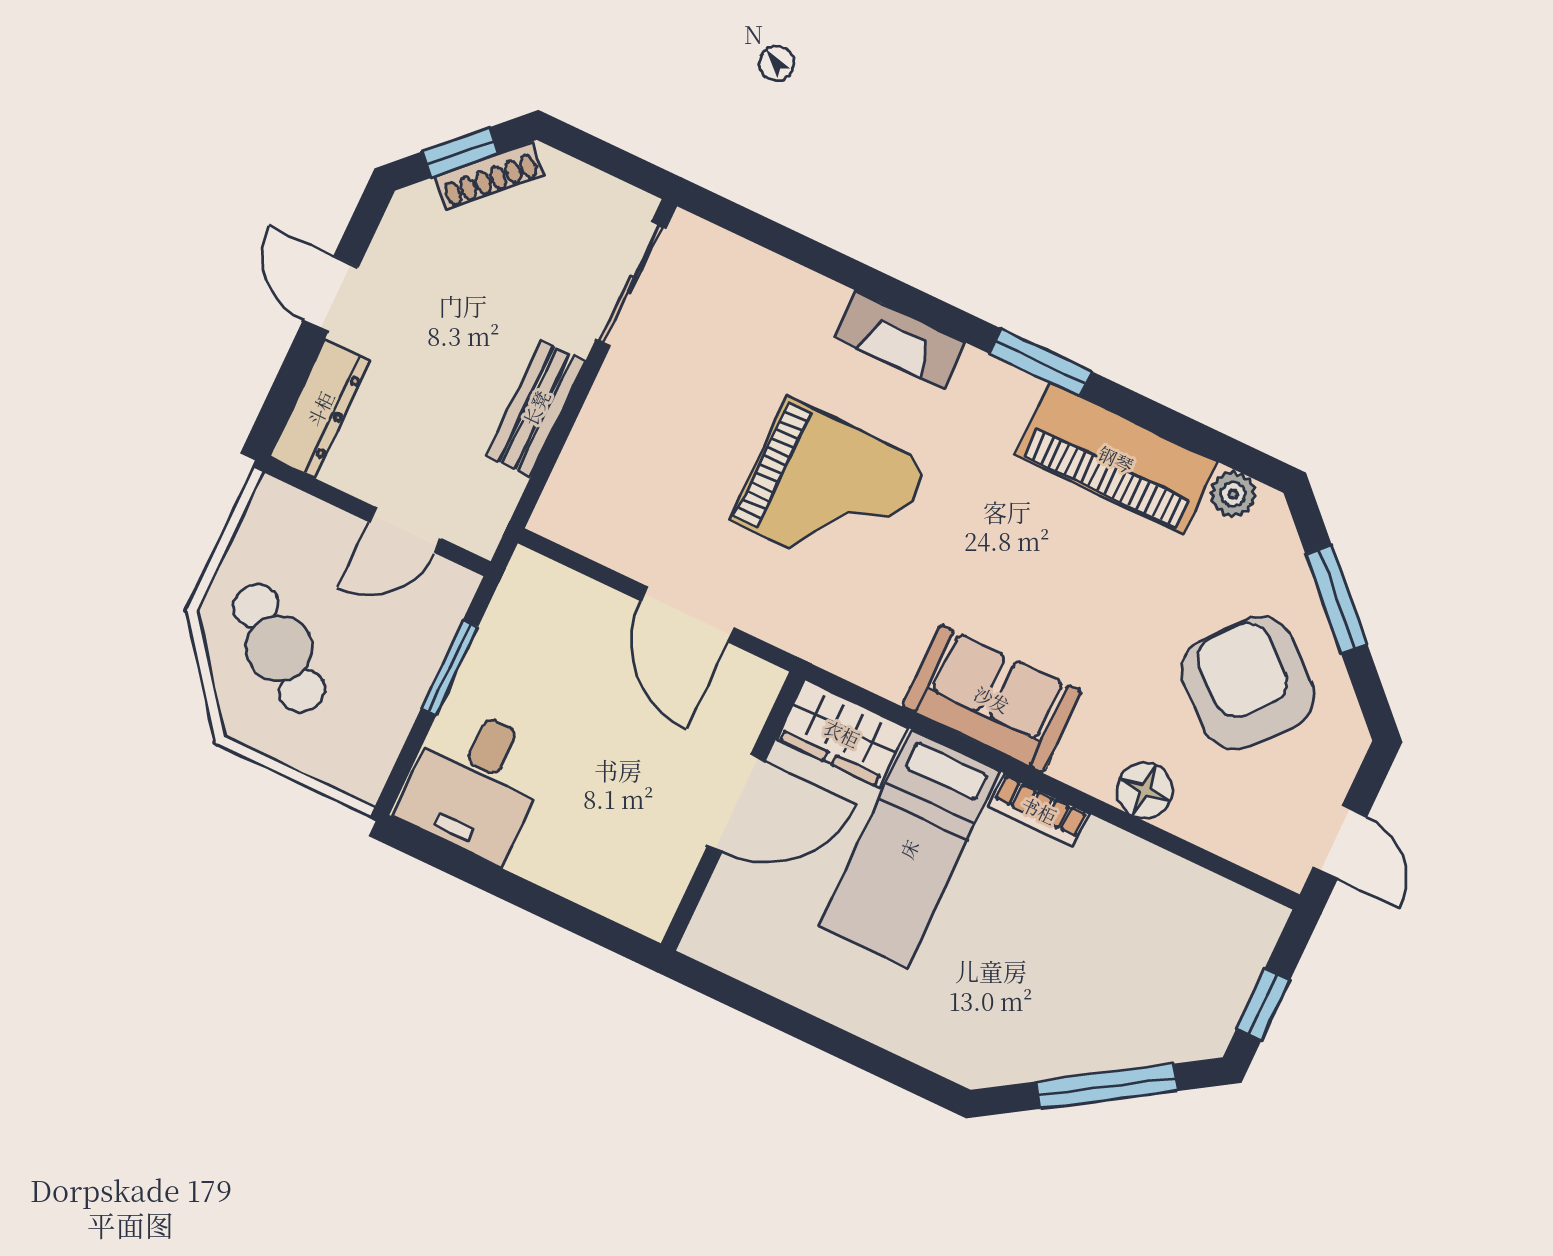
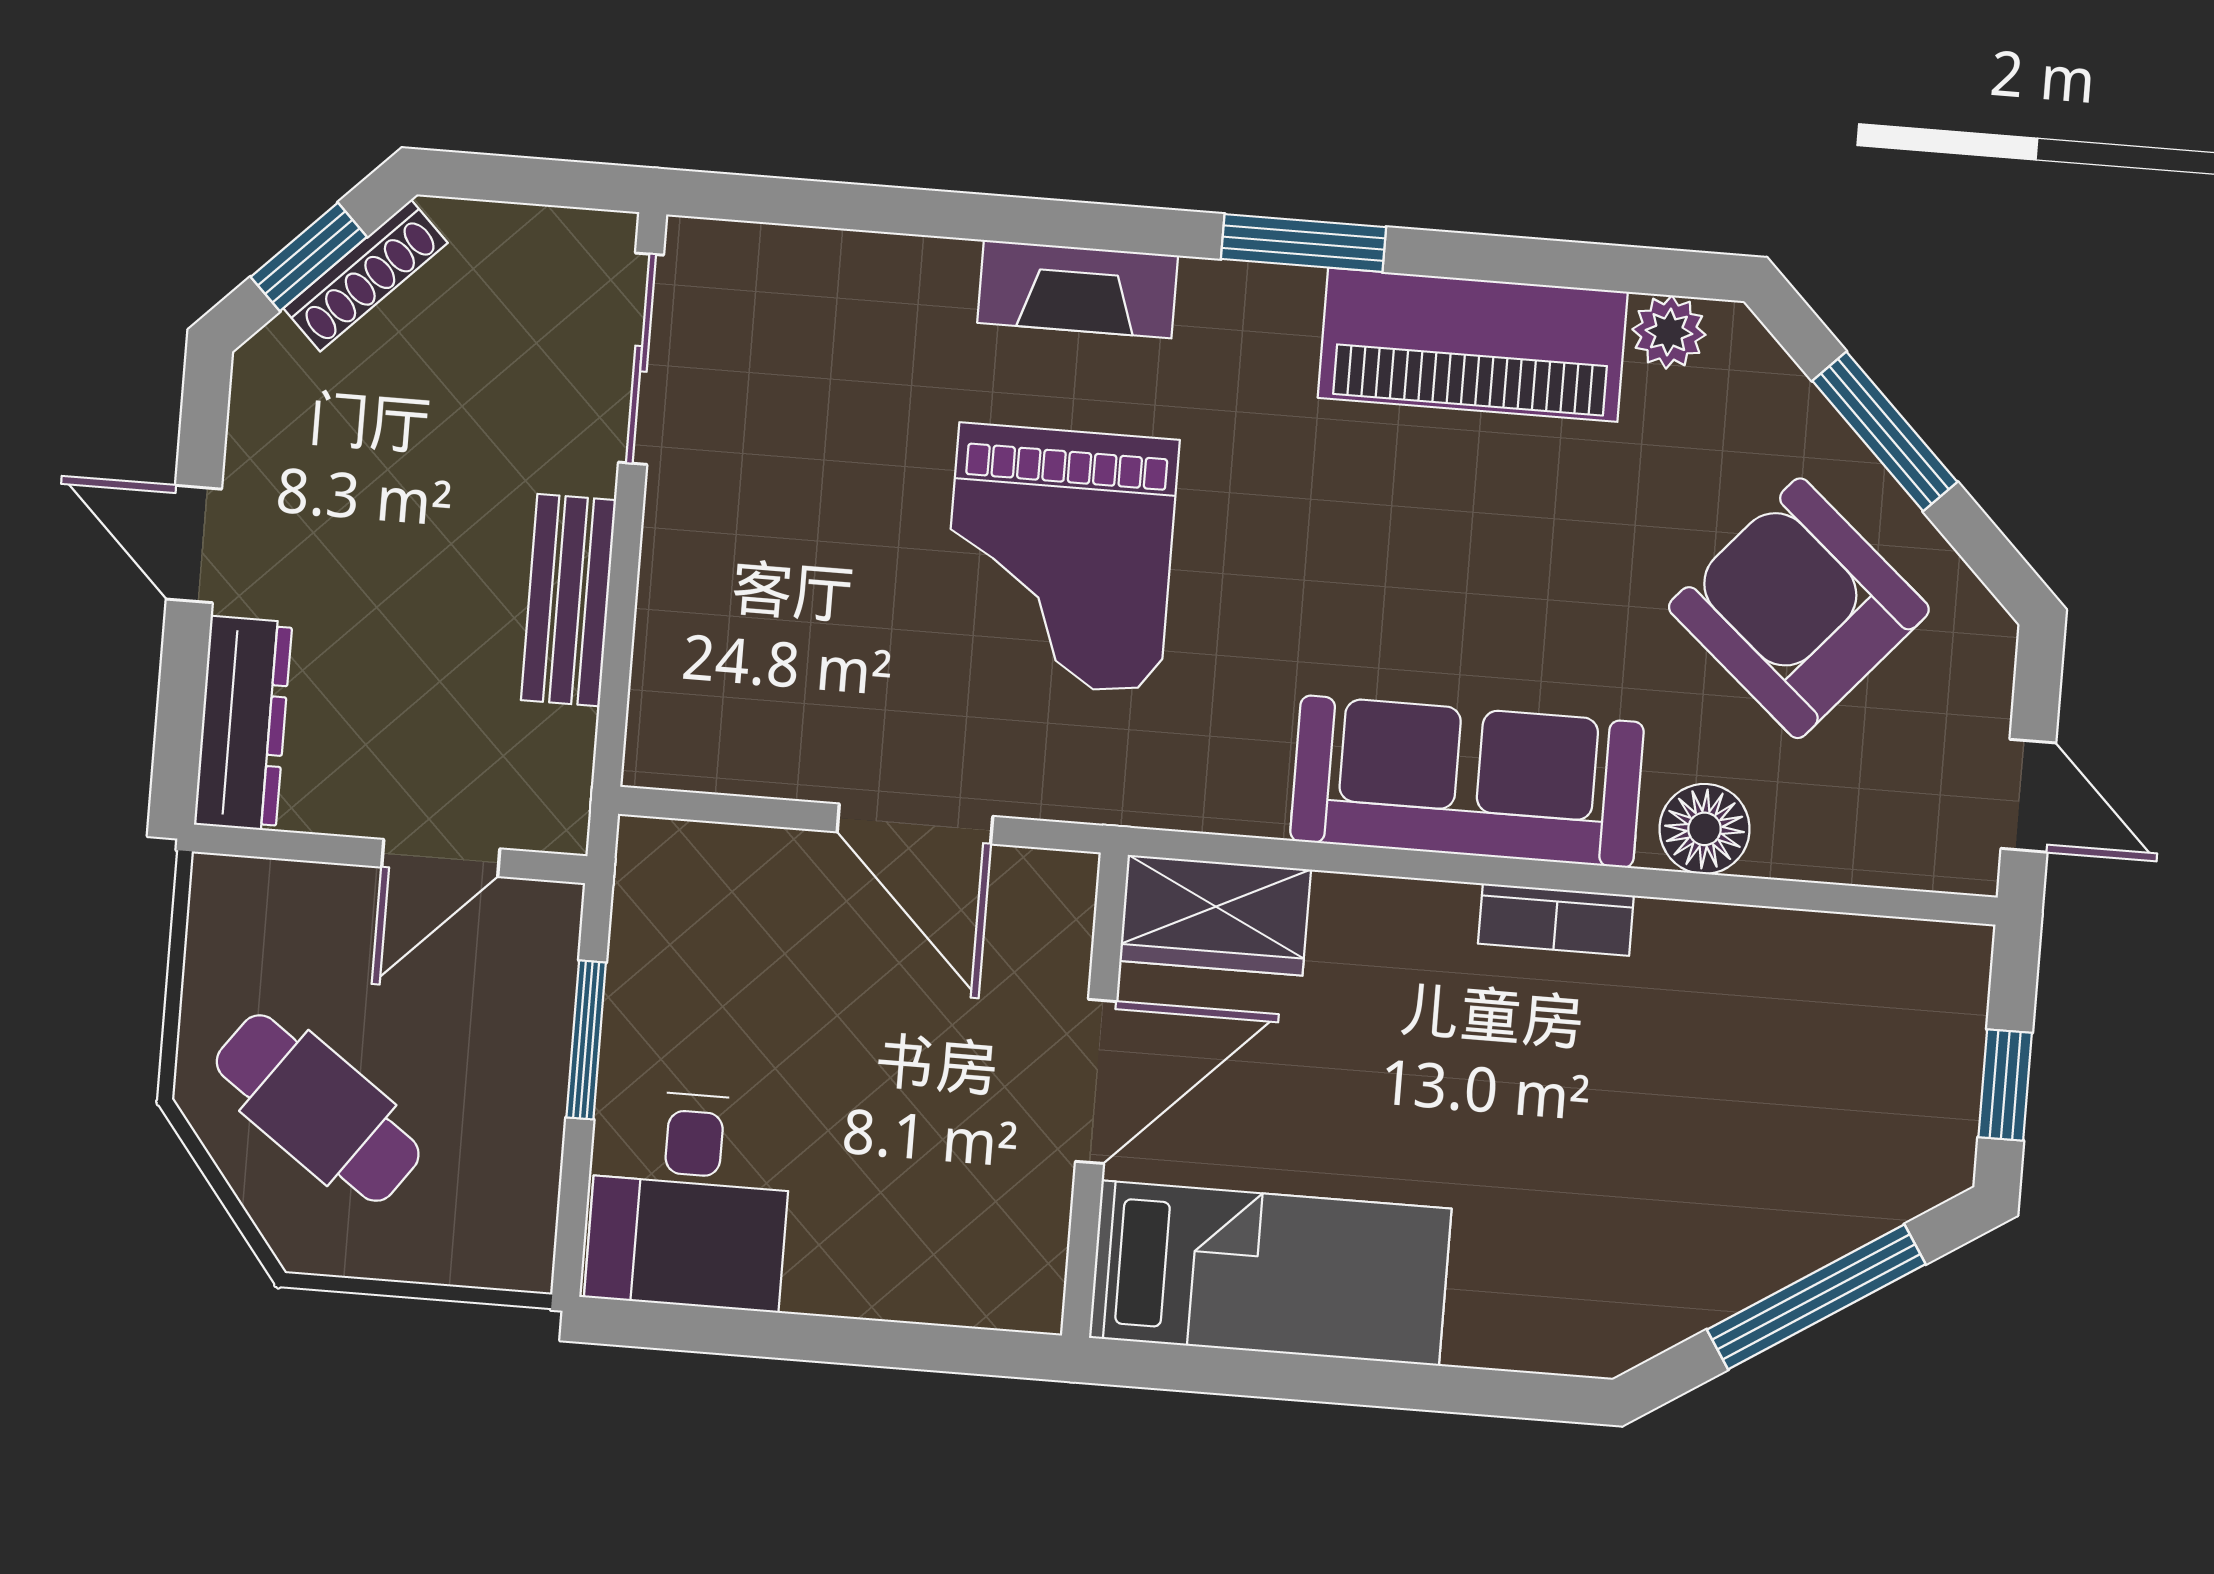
grand piano: (830, 492) -> (1059, 558), turned 90
sofa: (992, 699) -> (1467, 782), width x1.36
bed: (909, 849) -> (1270, 1273), moved, turned -90

